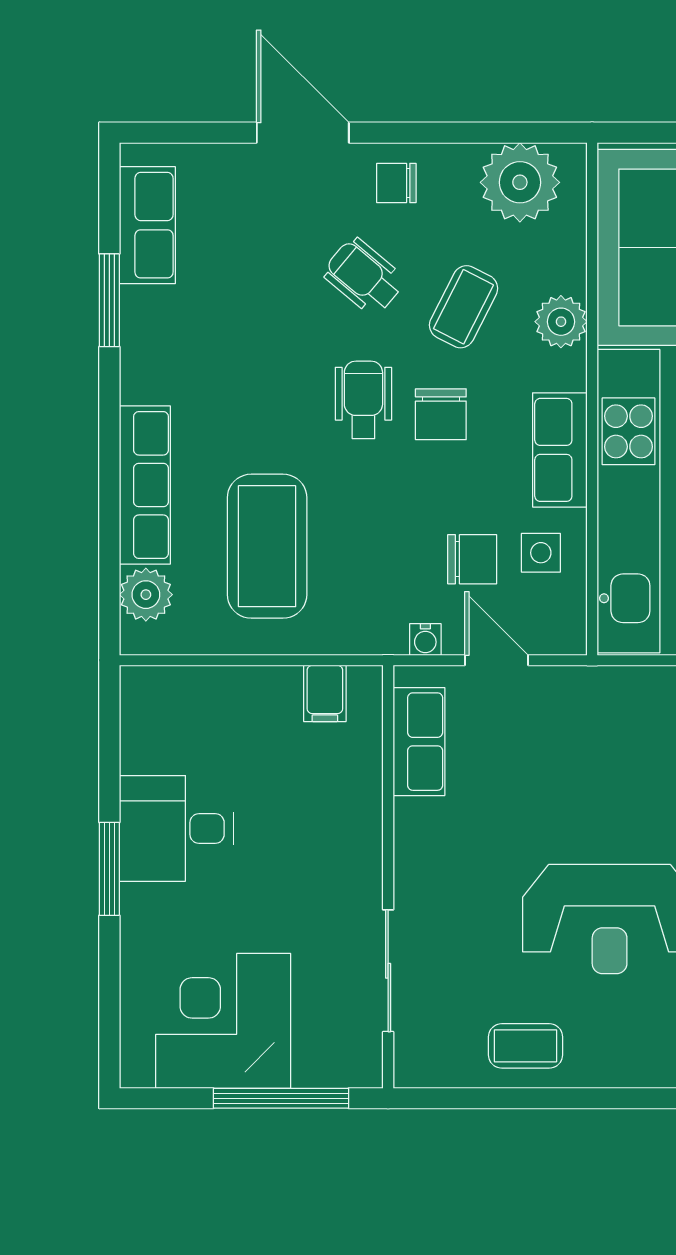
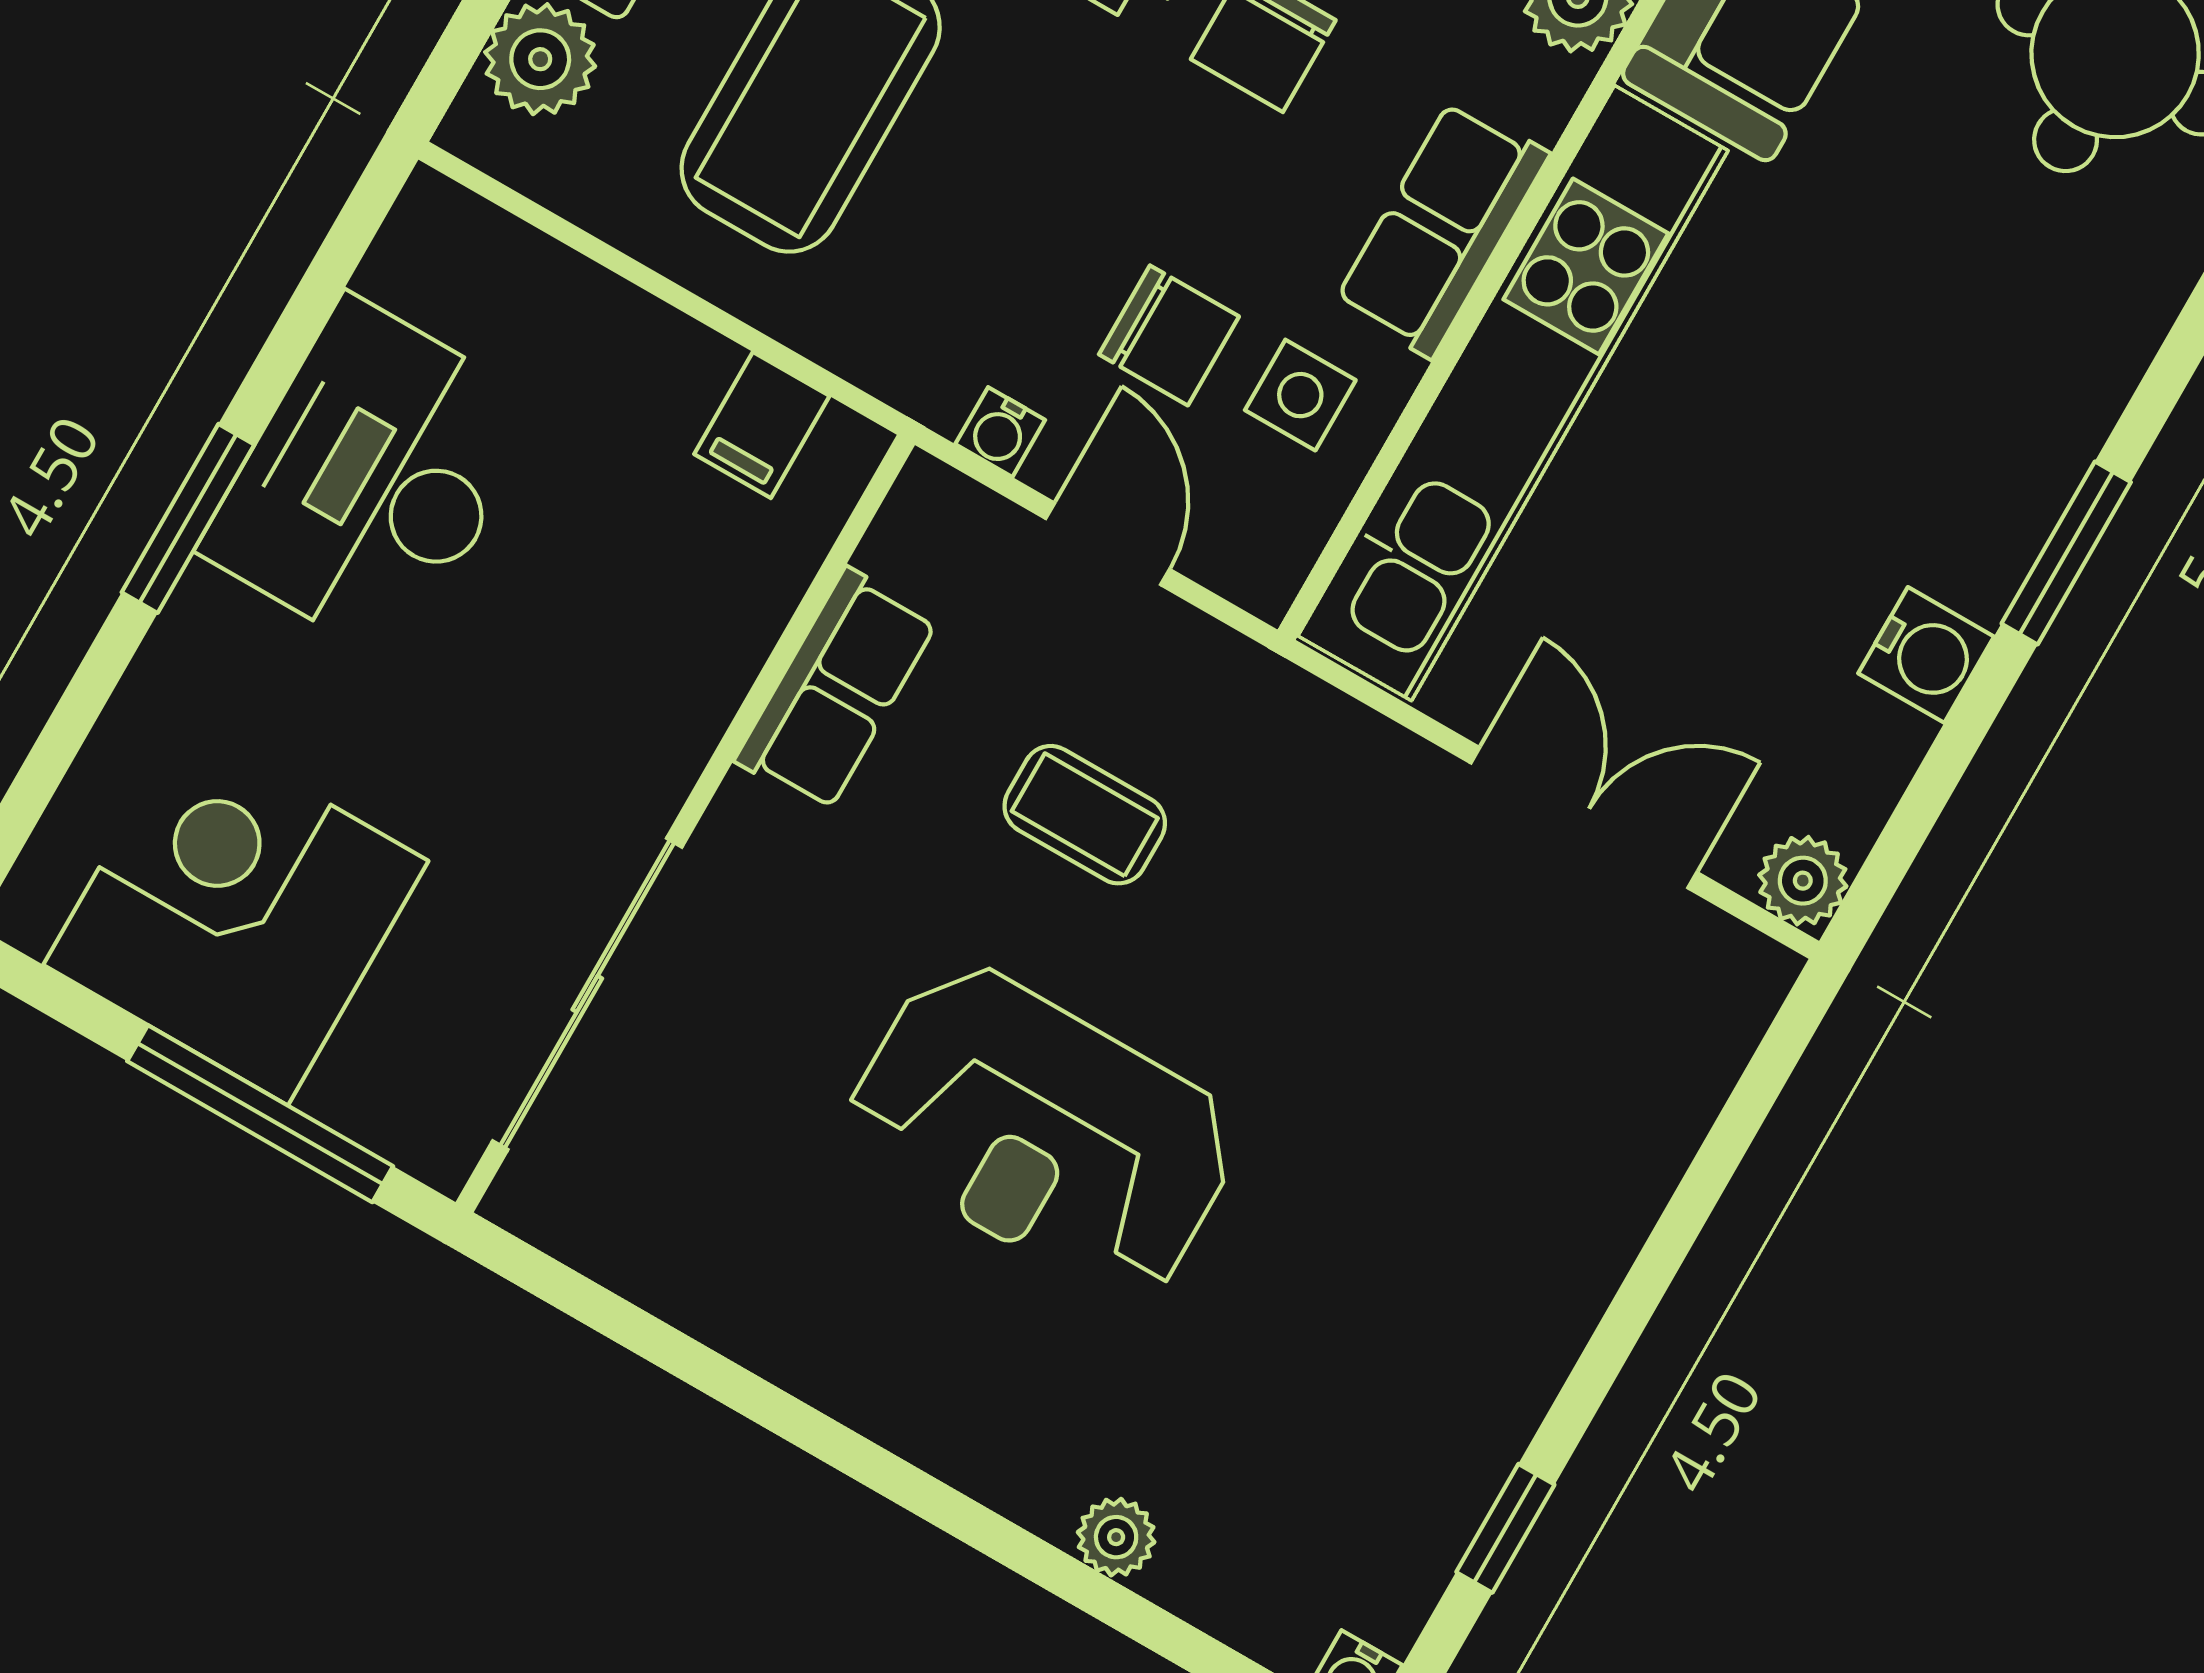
row of seats: (419, 742) -> (836, 690), moved
desk: (176, 828) -> (372, 479), width x1.37
sliding door: (388, 971) -> (587, 994), width x1.37
coffee table: (526, 1046) -> (1085, 815), moved

